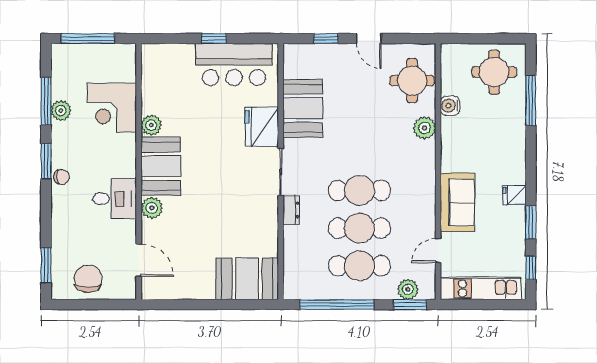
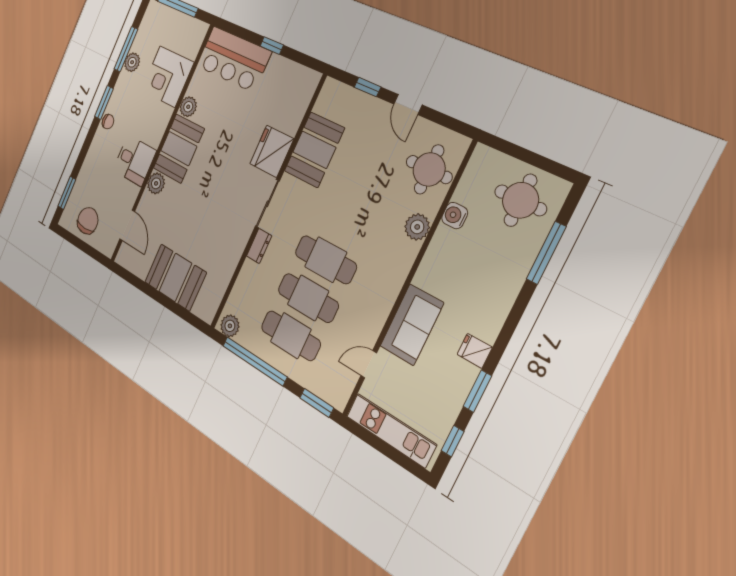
bar counter: (234, 65) -> (234, 59), moved
booth: (247, 279) -> (175, 277), moved
plant: (408, 289) -> (230, 326), moved

